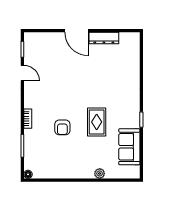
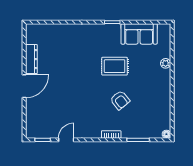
armchair: (62, 127) -> (120, 100), turned 51

